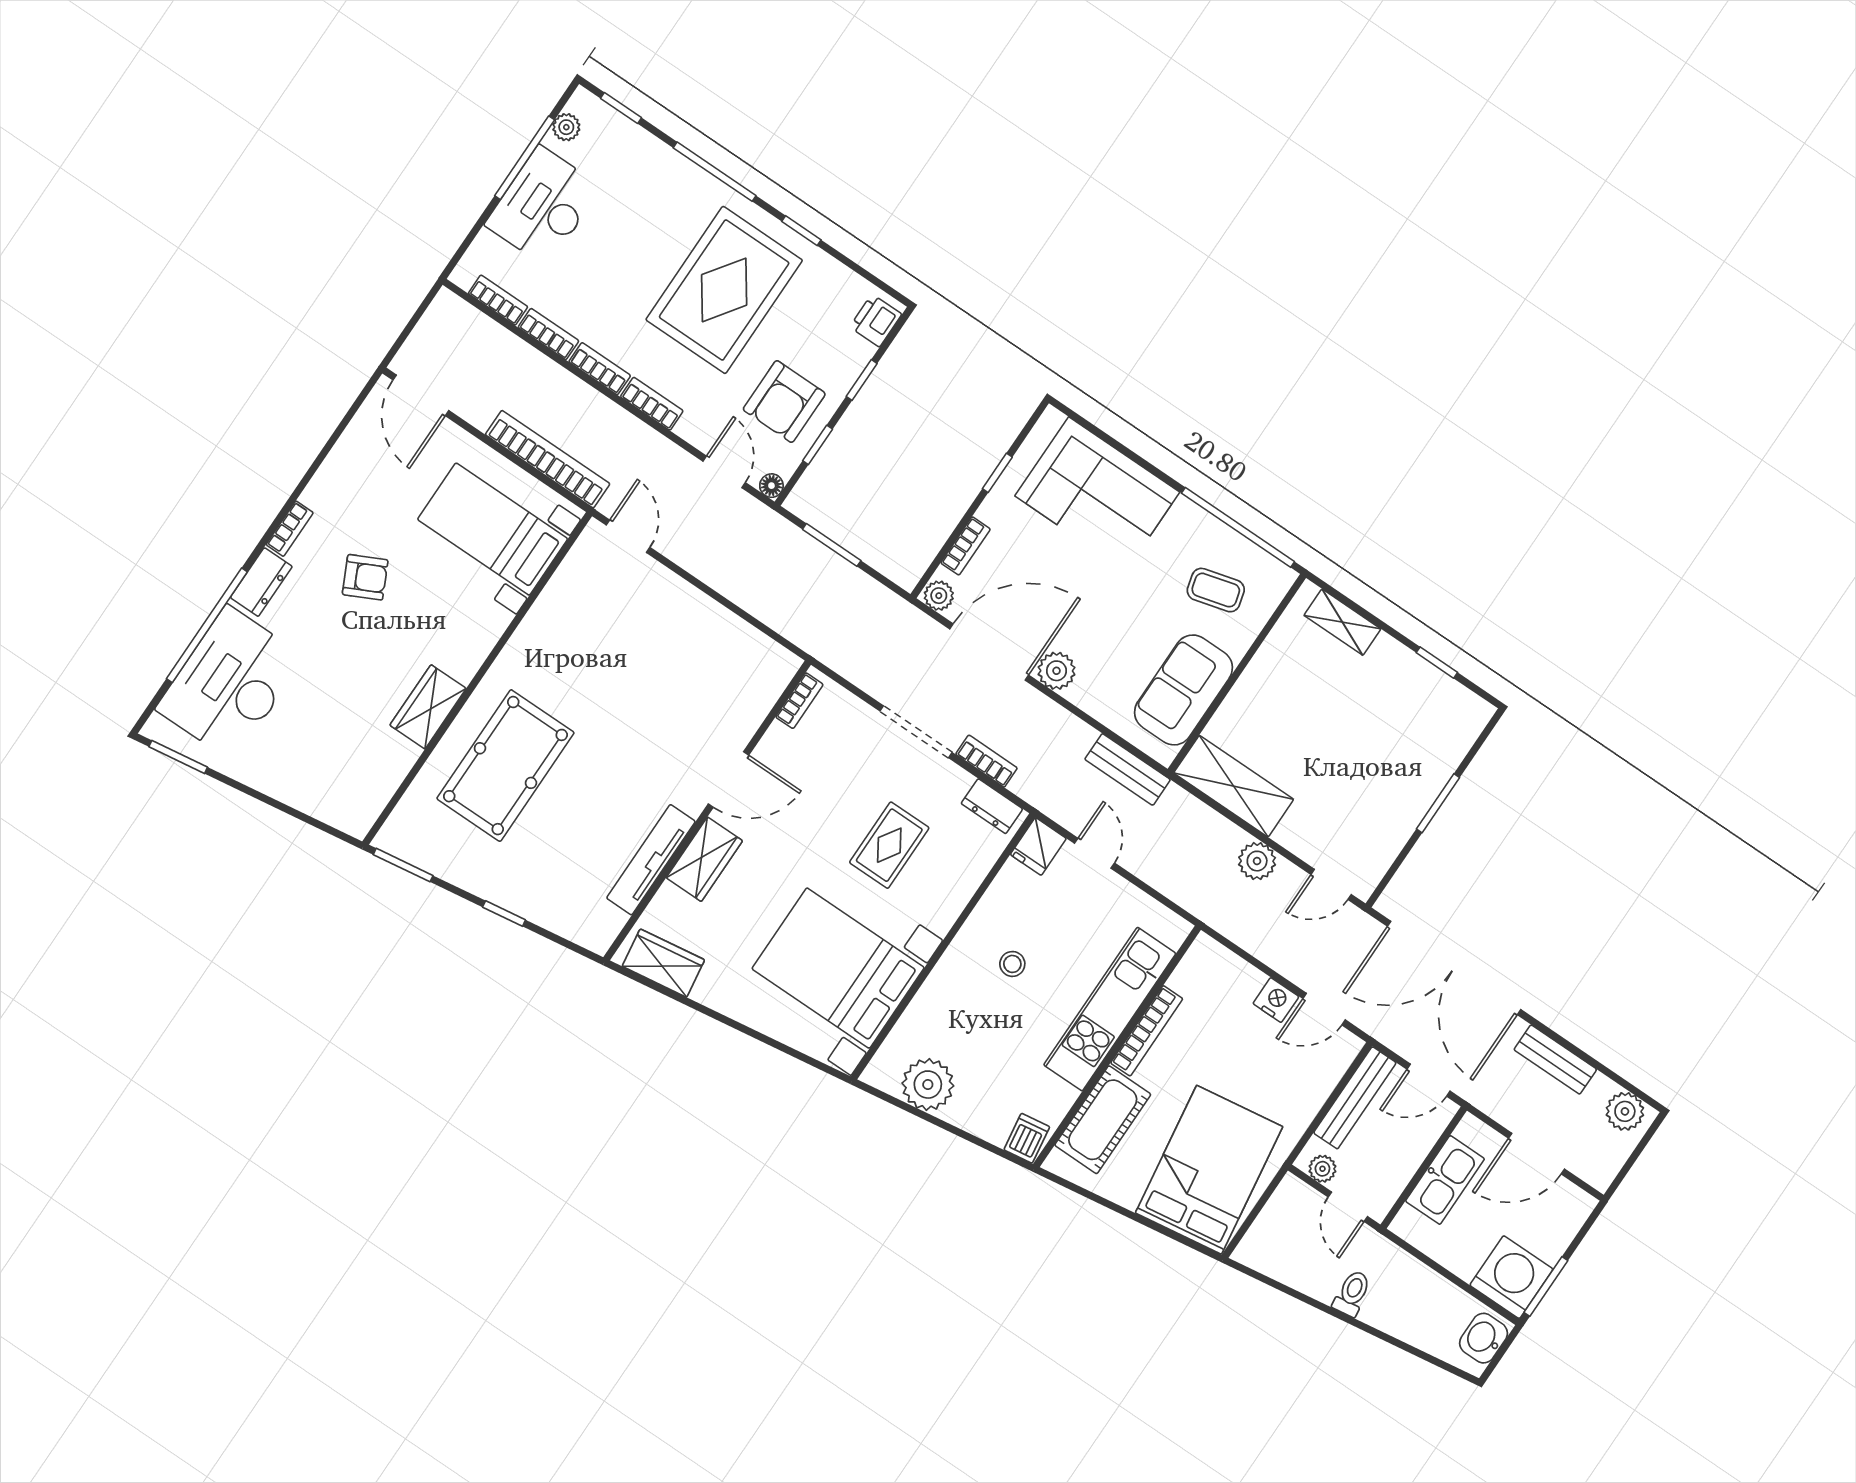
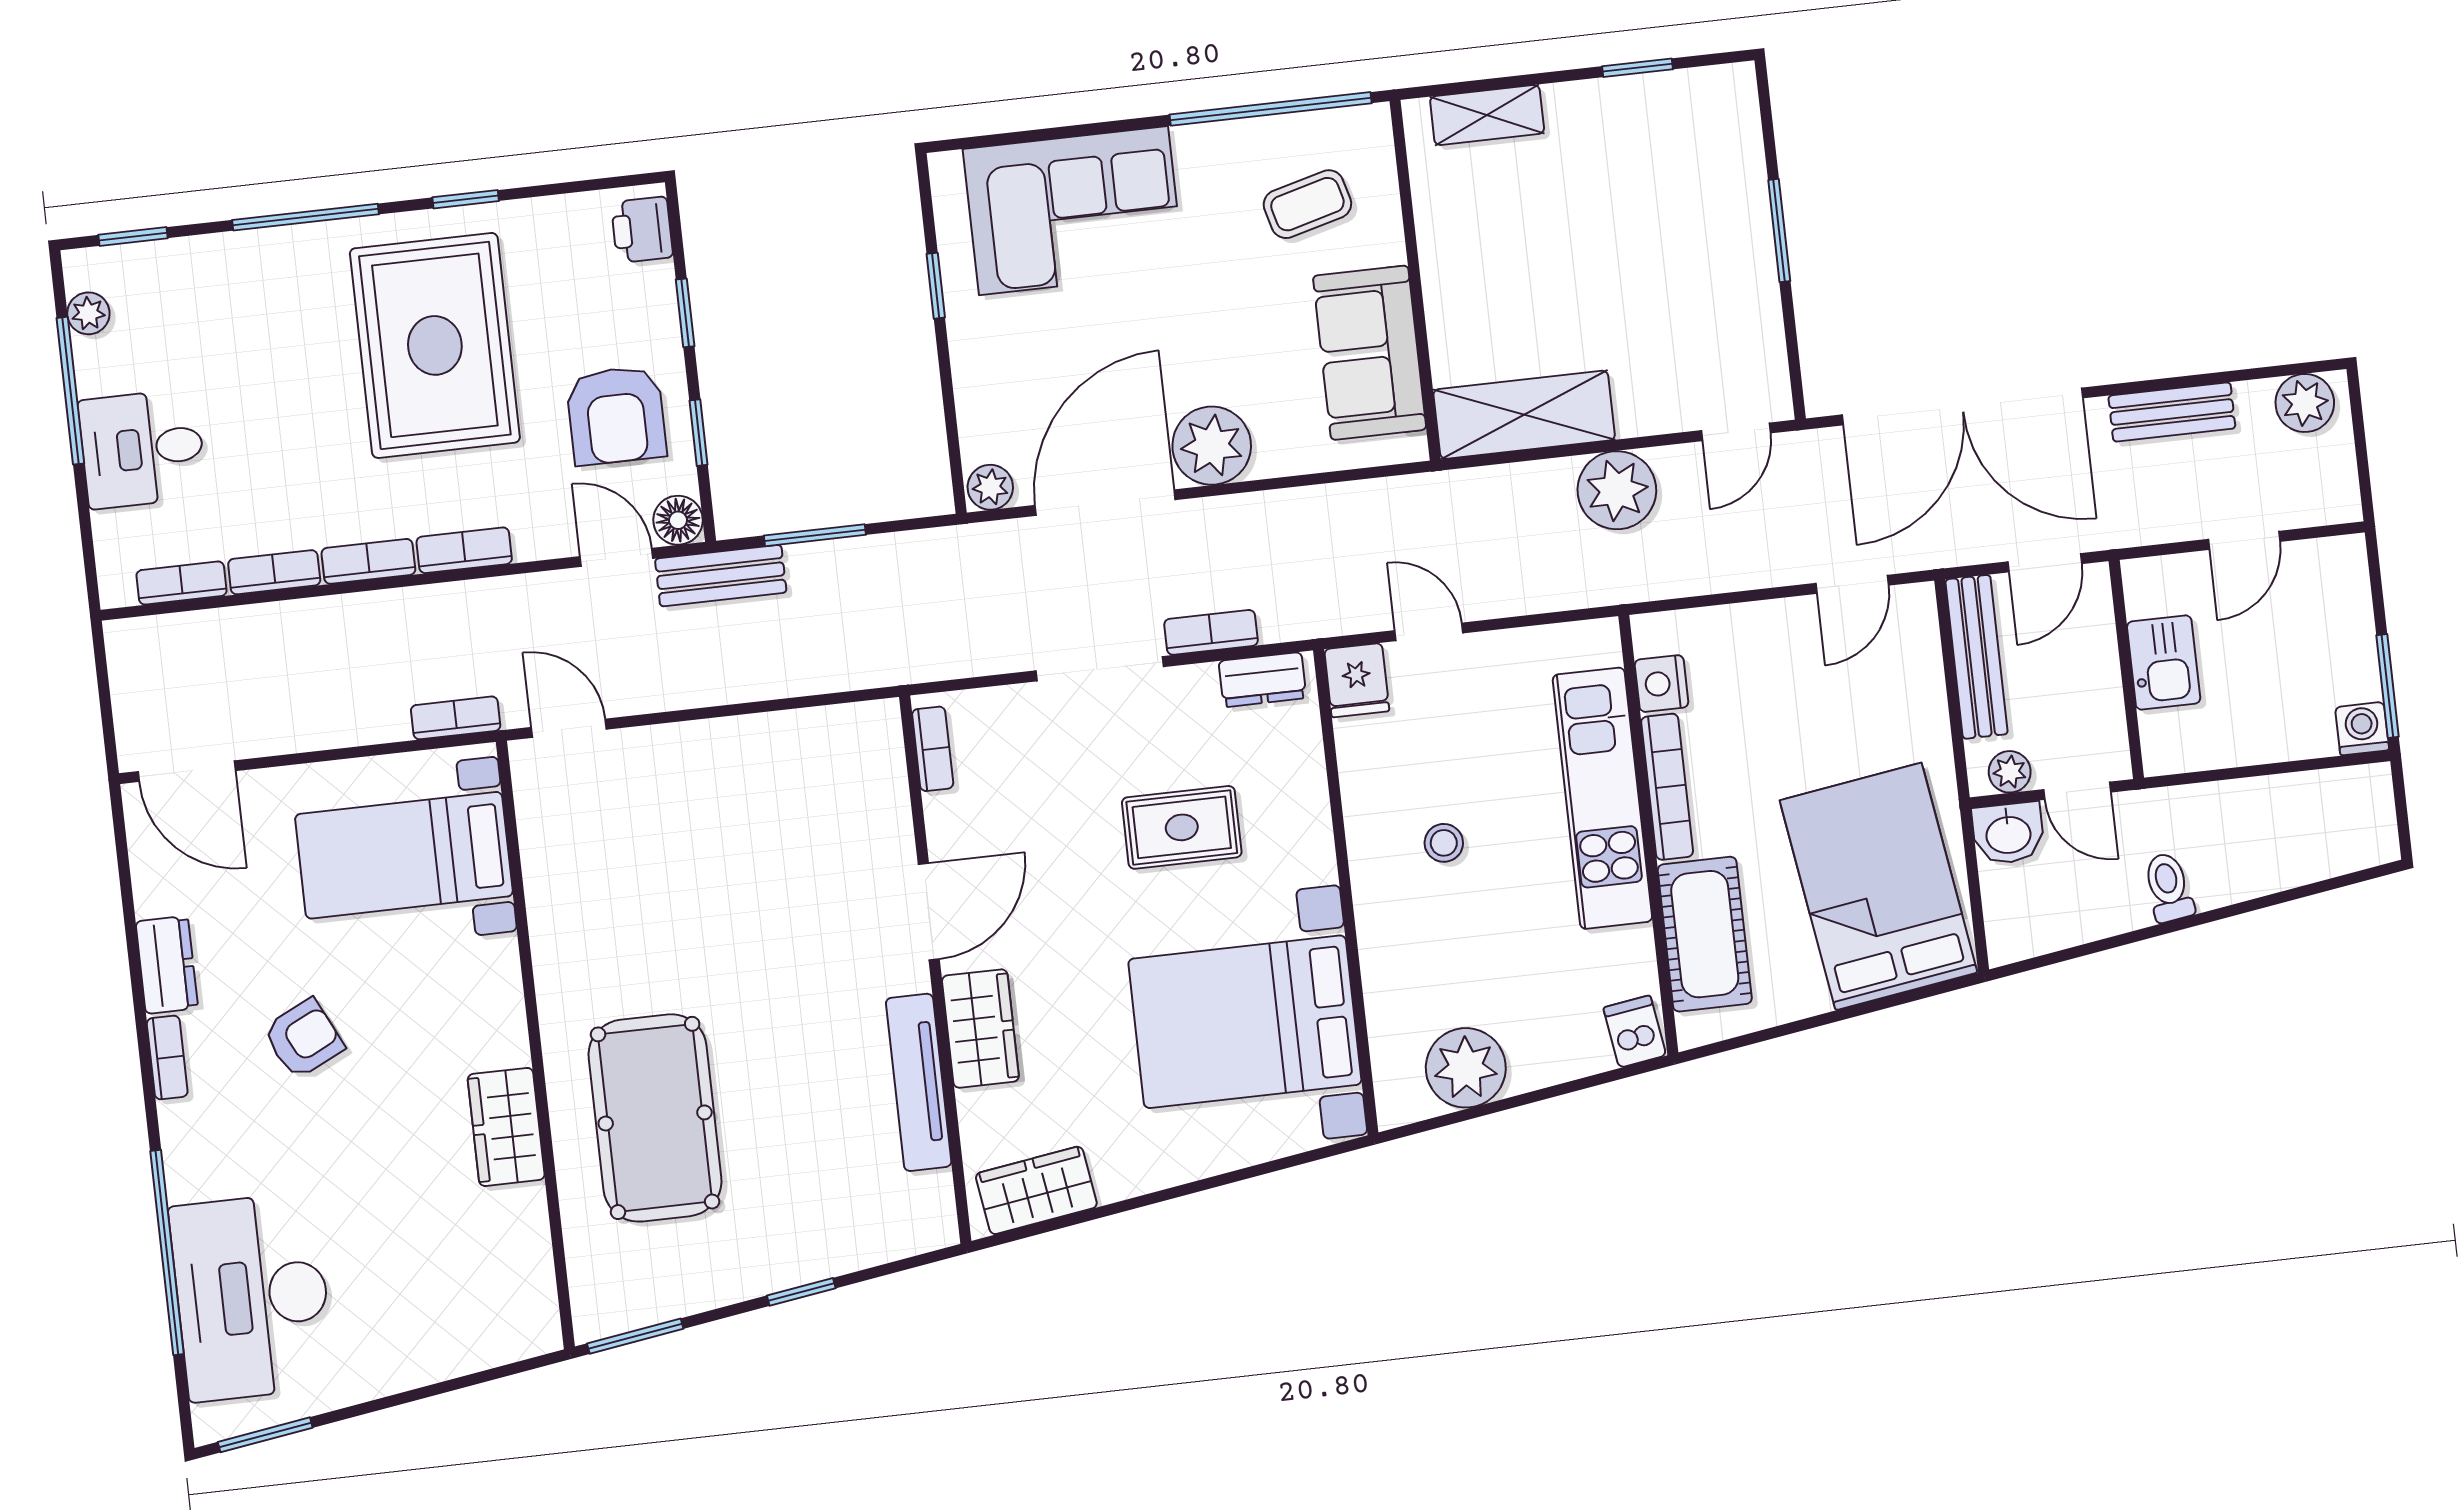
desk: (543, 206) -> (142, 449), width x0.73
bookcase: (548, 459) -> (456, 718), width x0.43, depth x0.76
floor lamp: (771, 486) -> (678, 520), width x1.37, depth x1.37
bookcase: (966, 546) -> (972, 403), removed
dresser: (261, 582) -> (167, 965), moved
plant: (1057, 671) -> (1212, 446), width x1.36, depth x1.36
bench: (1128, 769) -> (721, 576), moved
rug: (889, 845) -> (1182, 827), turned 90
plant: (1257, 861) -> (1617, 490), width x1.36, depth x1.36
nightstand: (1276, 1000) -> (1662, 684), moved, turned -90
door: (1537, 1154) -> (2244, 540), width x0.73
kitchen sink: (1445, 1180) -> (2164, 662), width x0.73
washing machine: (1511, 1277) -> (2362, 729), width x0.53, depth x0.53
washbasin: (1484, 1338) -> (2008, 833), moved, turned -90

